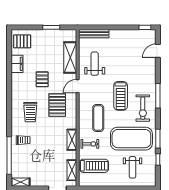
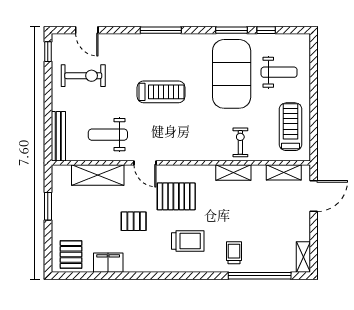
exercise bike: (143, 108) -> (83, 76), moved
exercise mat: (98, 118) -> (198, 129), removed
treadmill: (94, 166) -> (291, 127), moved

